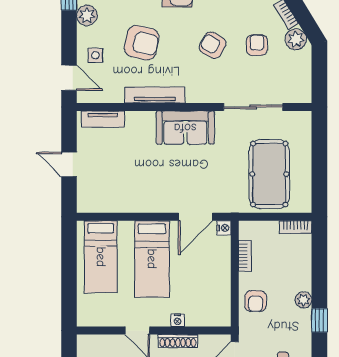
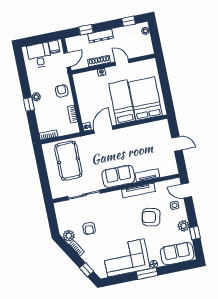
armchair: (213, 45) -> (113, 224), removed
tv unit: (103, 119) -> (147, 175), moved
bed: (101, 257) -> (145, 99), width x1.50
window: (319, 320) -> (29, 104), moved

